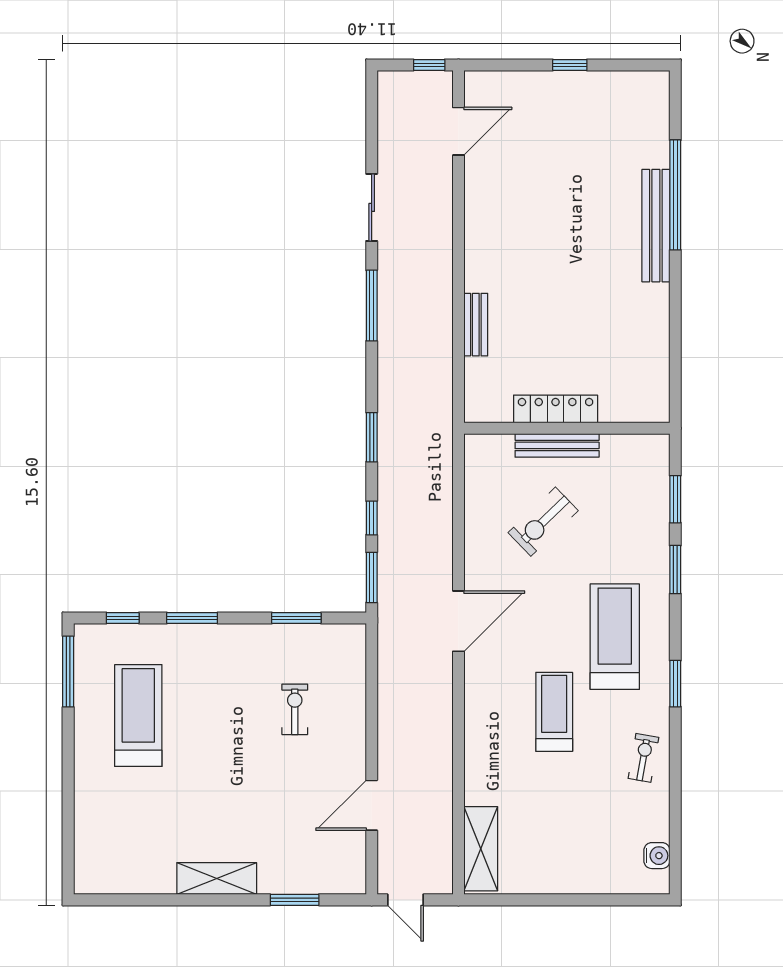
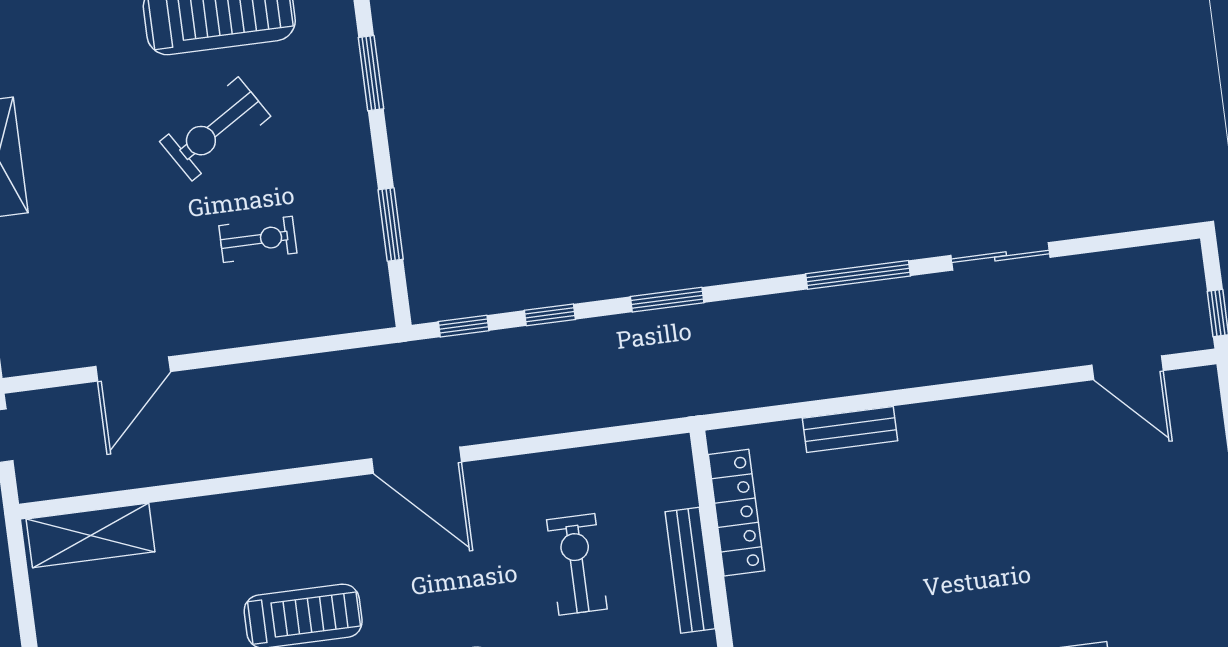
locker: (556, 409) -> (736, 513), moved
exercise bike: (543, 522) -> (577, 564), turned 44
window: (372, 577) -> (464, 326), width x0.67
exercise bike: (216, 728) -> (215, 129), added
door: (372, 805) -> (133, 369), swing flipped

